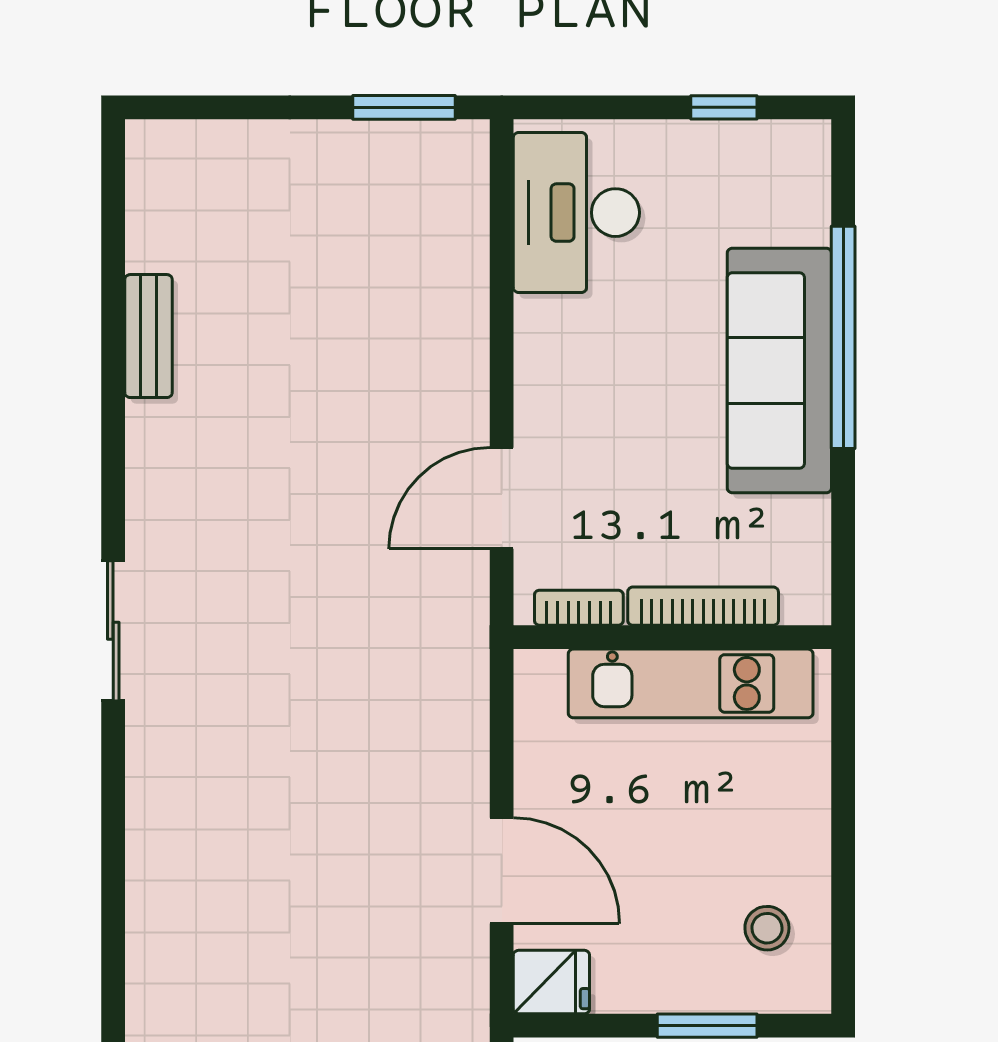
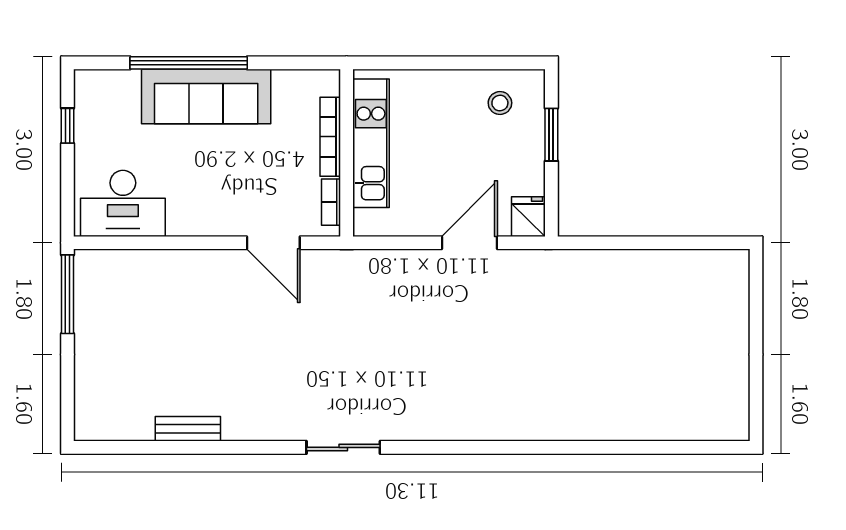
window: (404, 107) -> (68, 294), width x1.44

